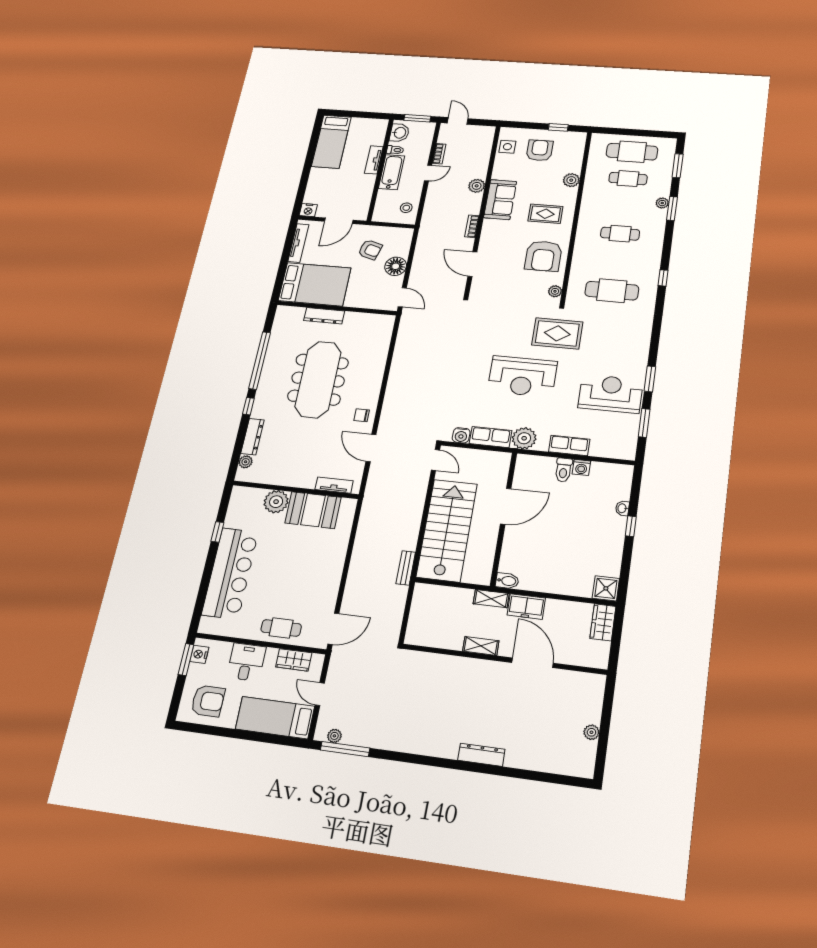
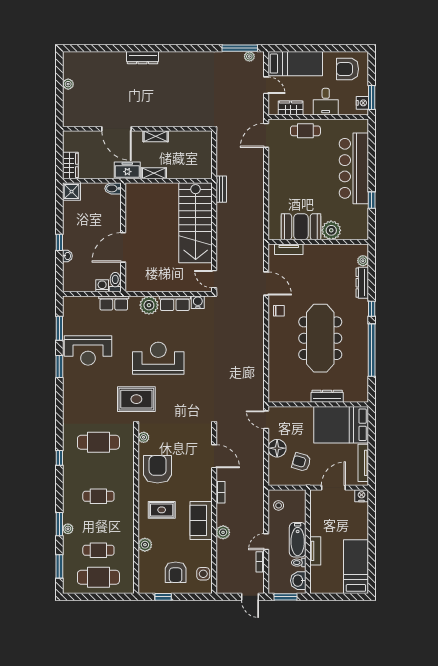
door: (506, 506) -> (123, 247), moved
wall: (504, 518) -> (123, 237), moved
bidet: (507, 581) -> (113, 188), moved

